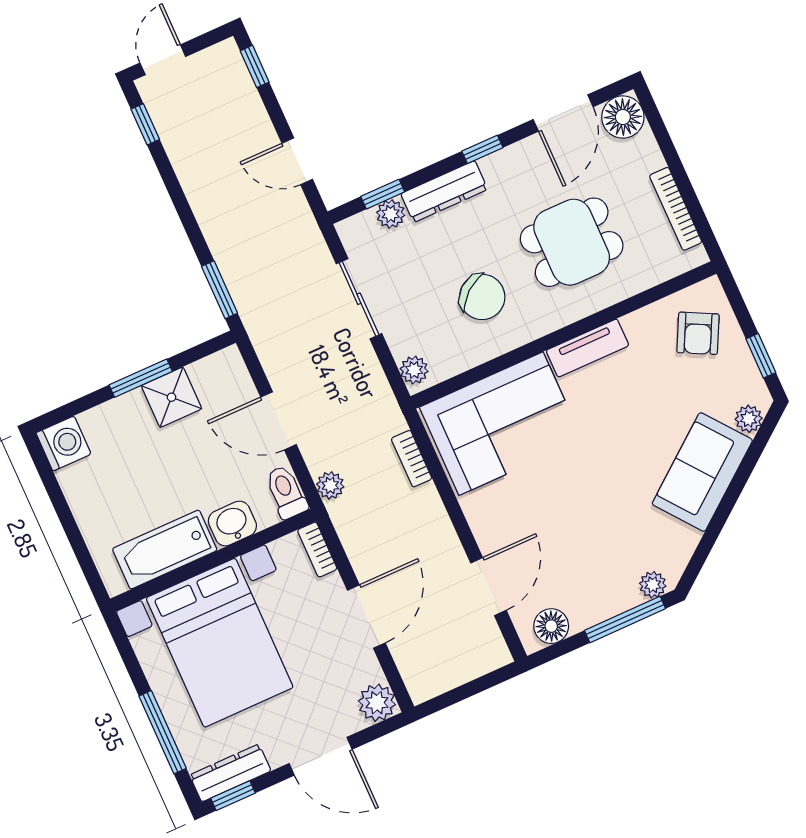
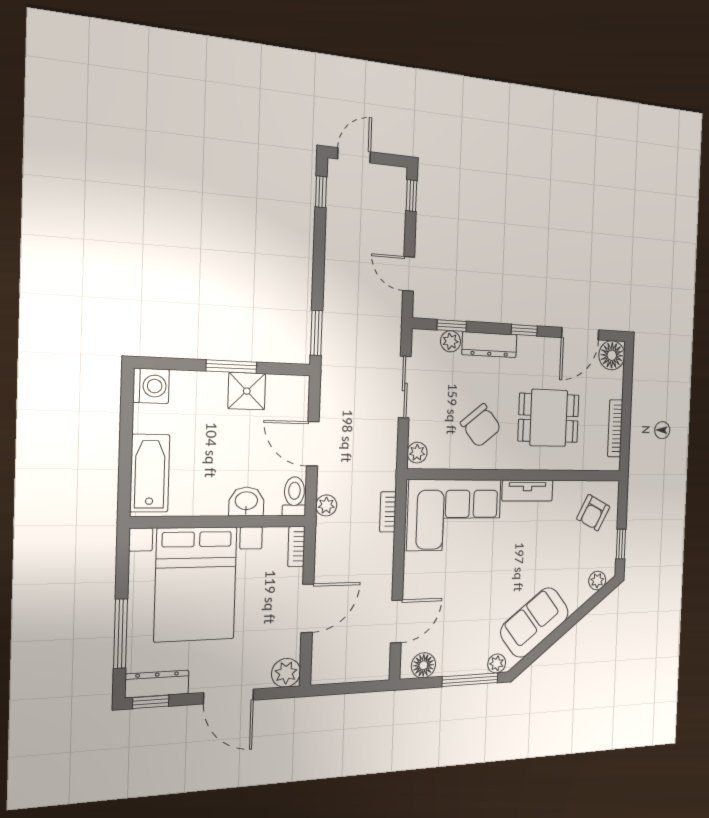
sofa: (702, 472) -> (535, 622), moved
bathtub: (165, 550) -> (150, 473), moved, turned 90

